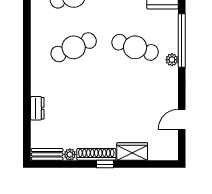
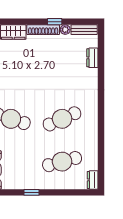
dresser: (37, 108) -> (92, 58), moved
window: (105, 164) -> (55, 22), moved

